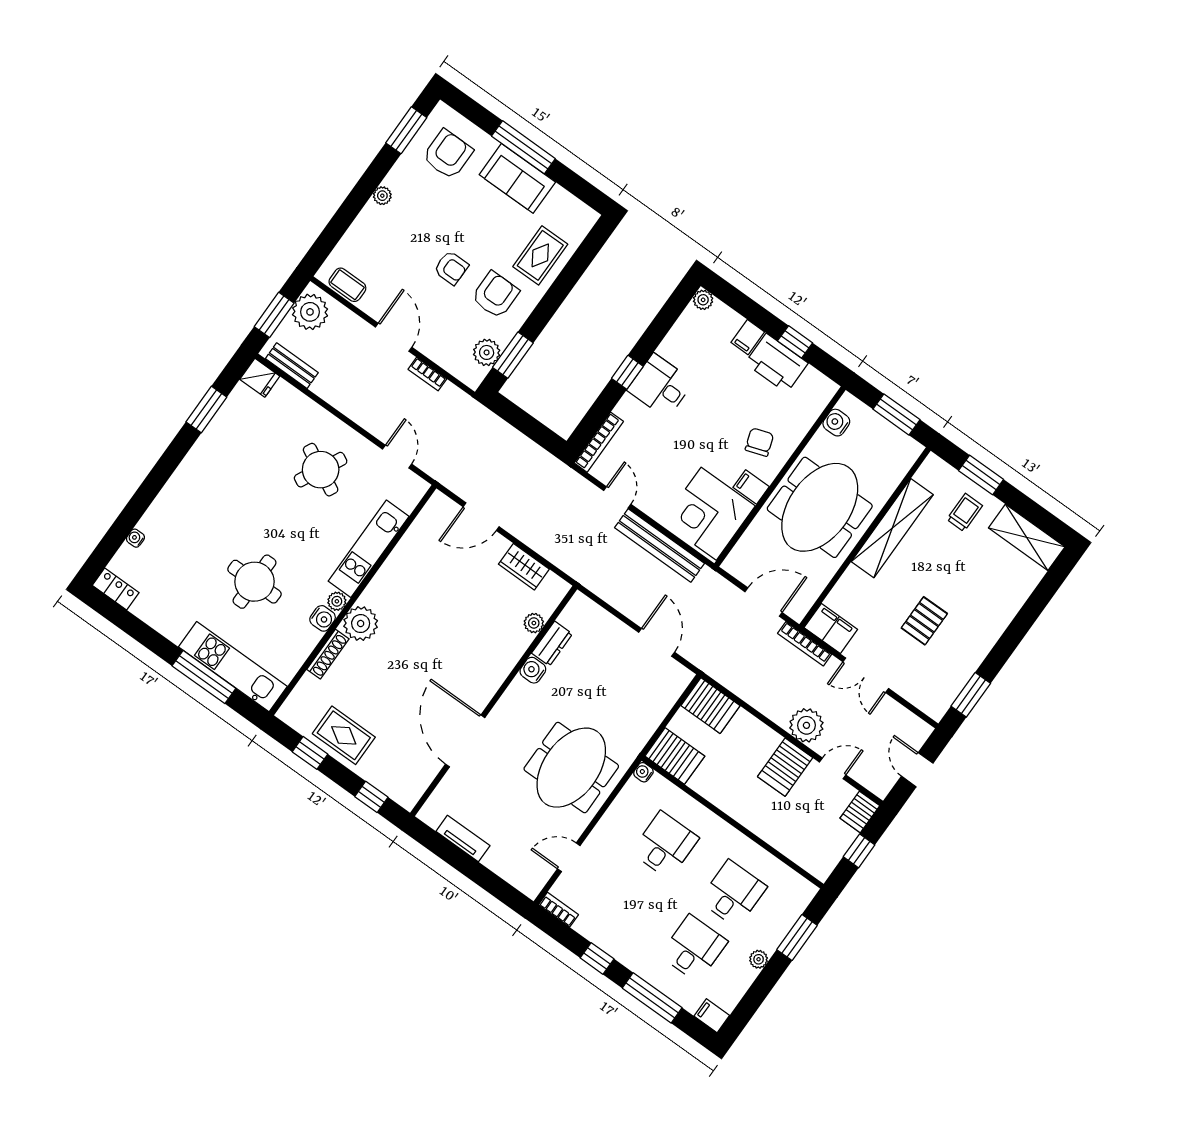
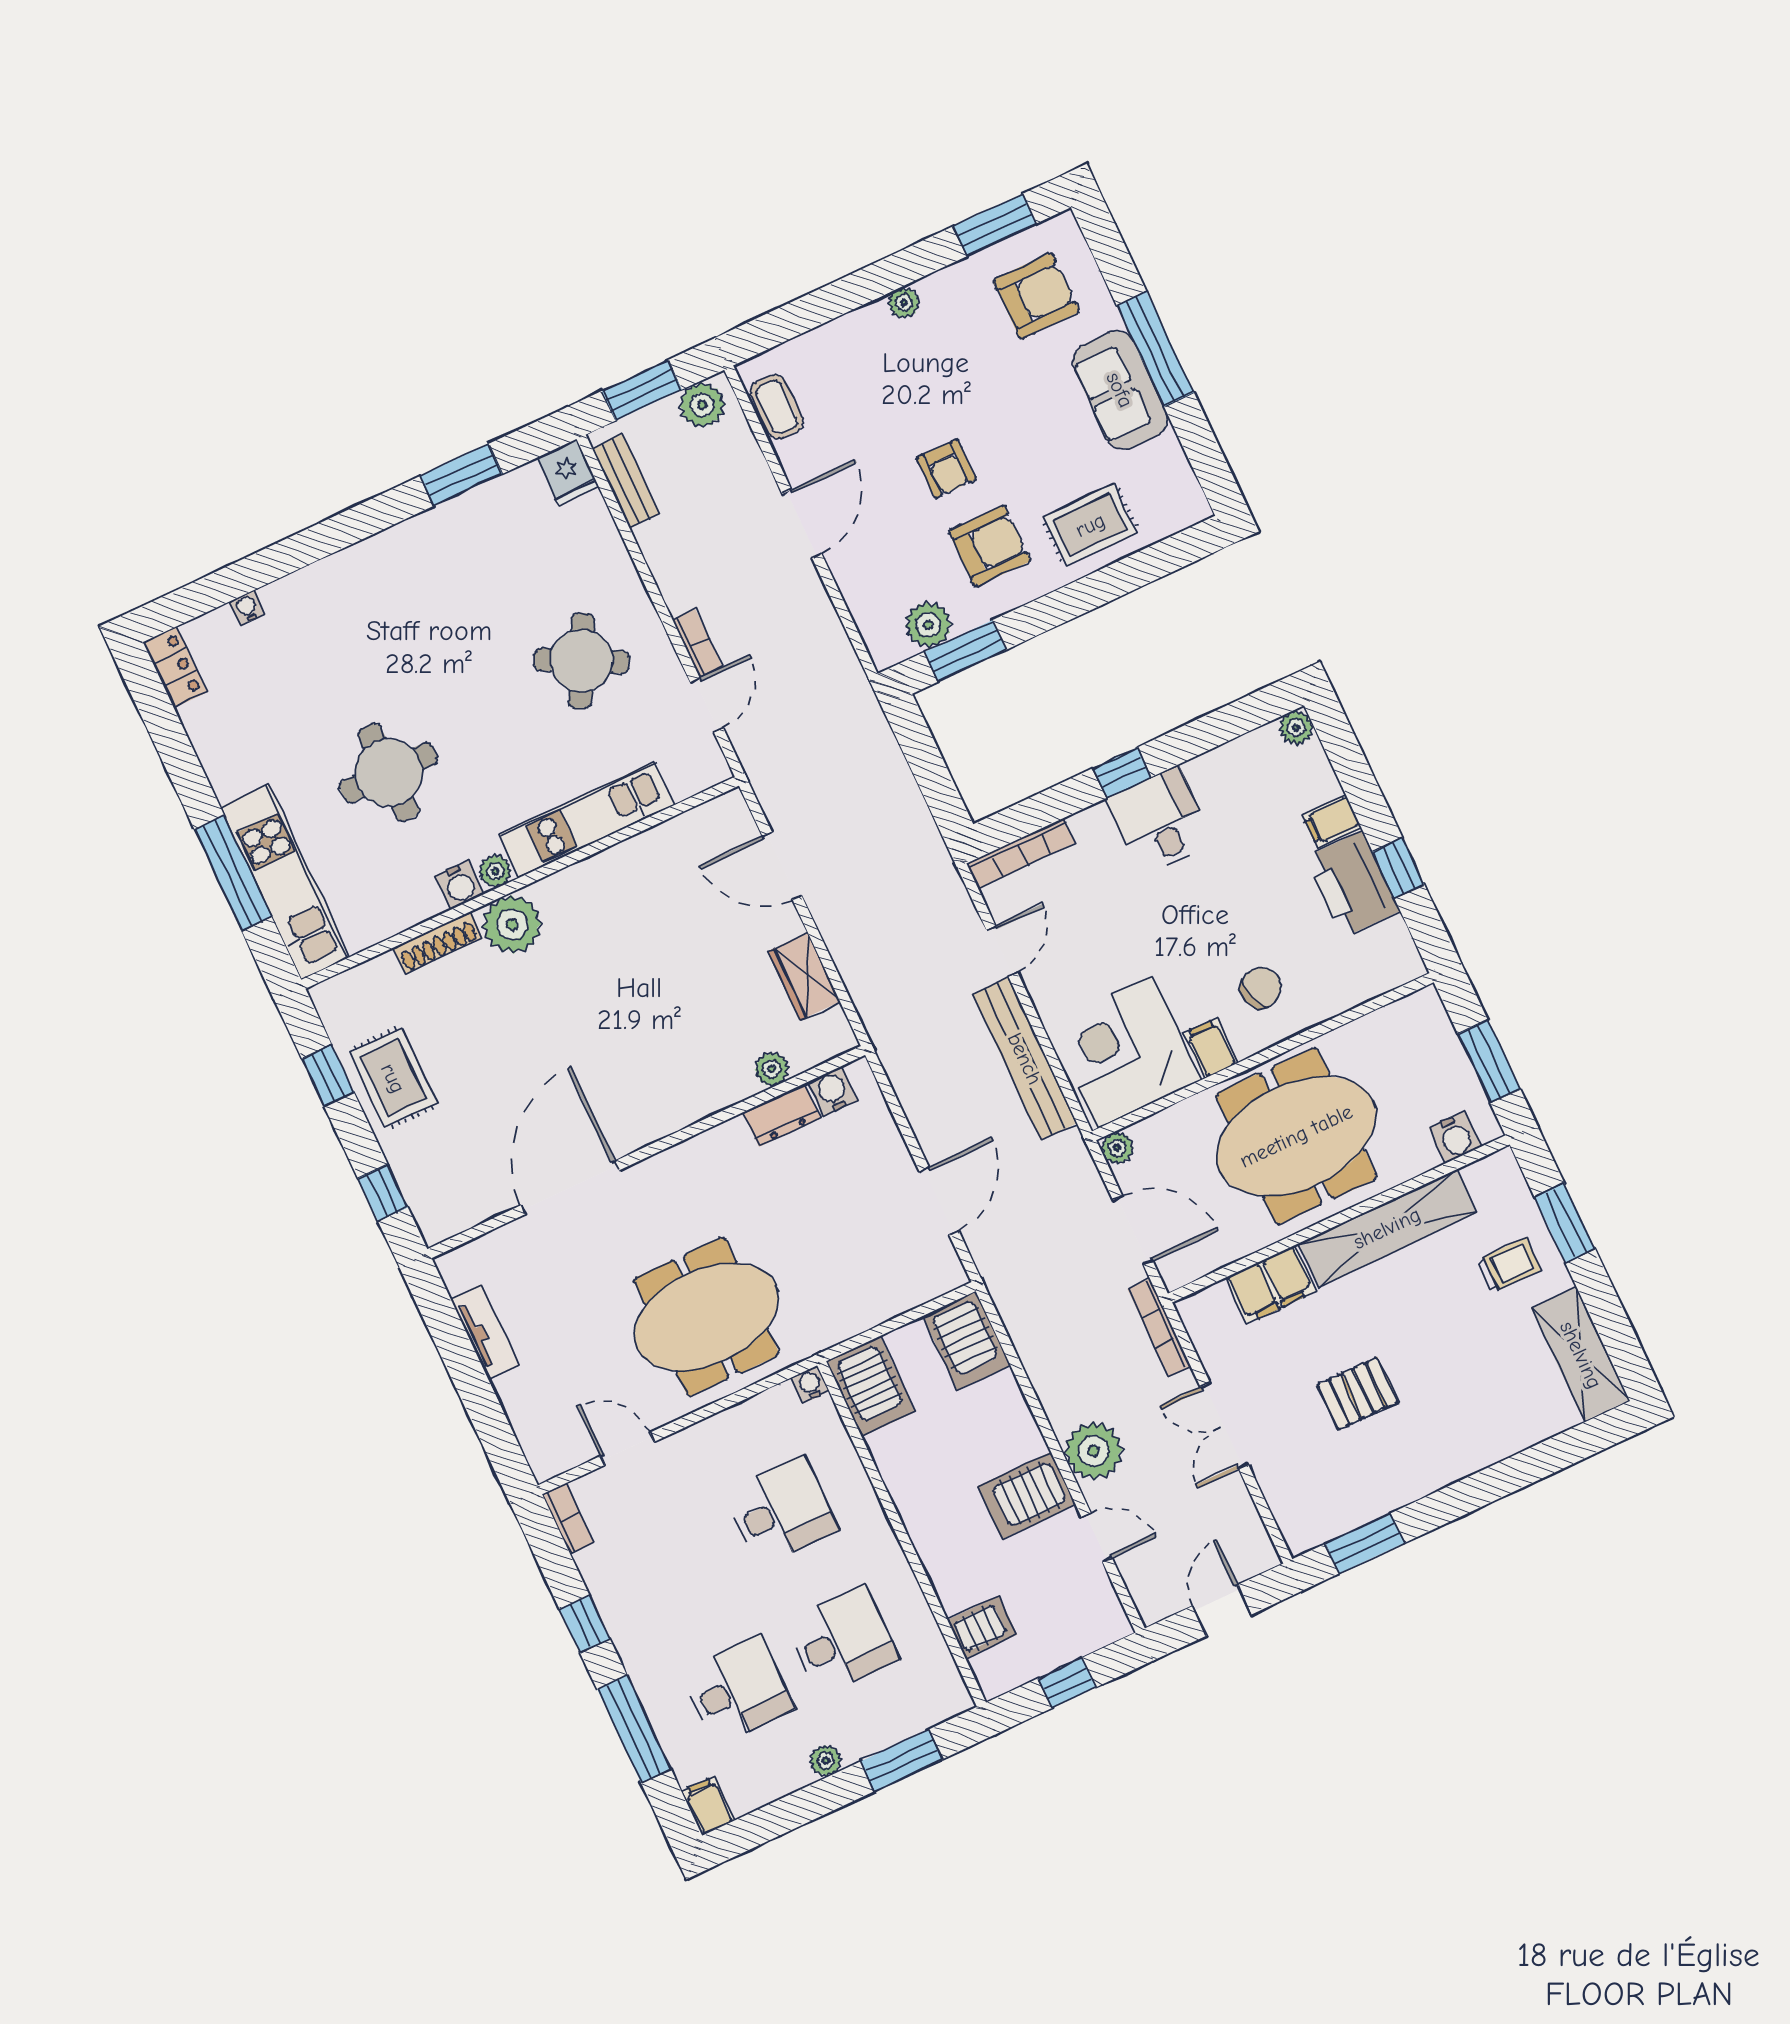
plant: (310, 312) -> (702, 405), width x0.73, depth x0.73
bookcase: (427, 374) -> (697, 643), moved, turned 180
water cooler: (836, 423) -> (1455, 1137), moved, turned 180
plant: (732, 565) -> (1117, 1148), added
filing cabinet: (831, 628) -> (1271, 1284), moved, turned 90
water cooler: (533, 670) -> (833, 1091), moved
server rack: (860, 812) -> (982, 1627), moved, turned 180

